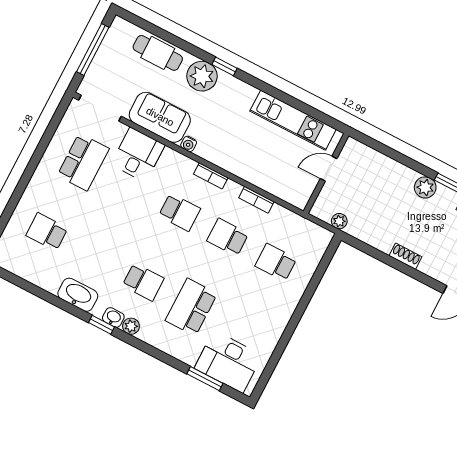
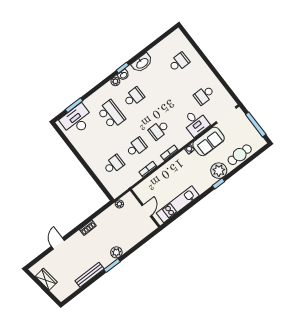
school desk: (83, 162) -> (204, 95), width x0.54
school desk: (143, 282) -> (134, 97), turned 180

